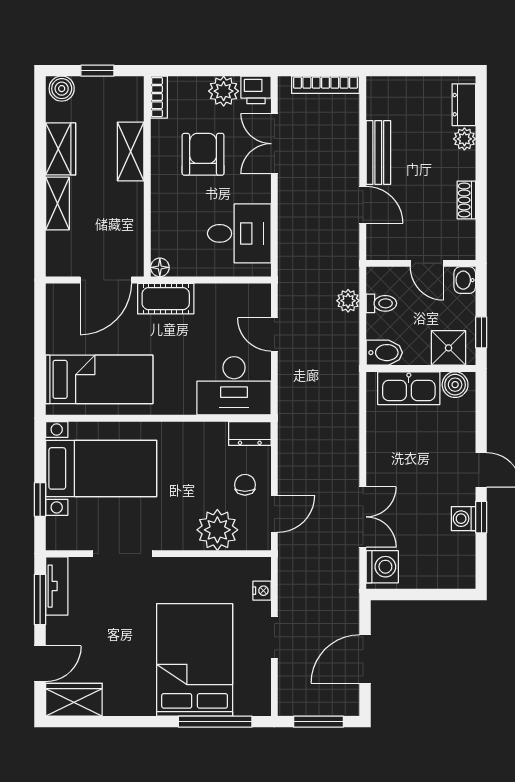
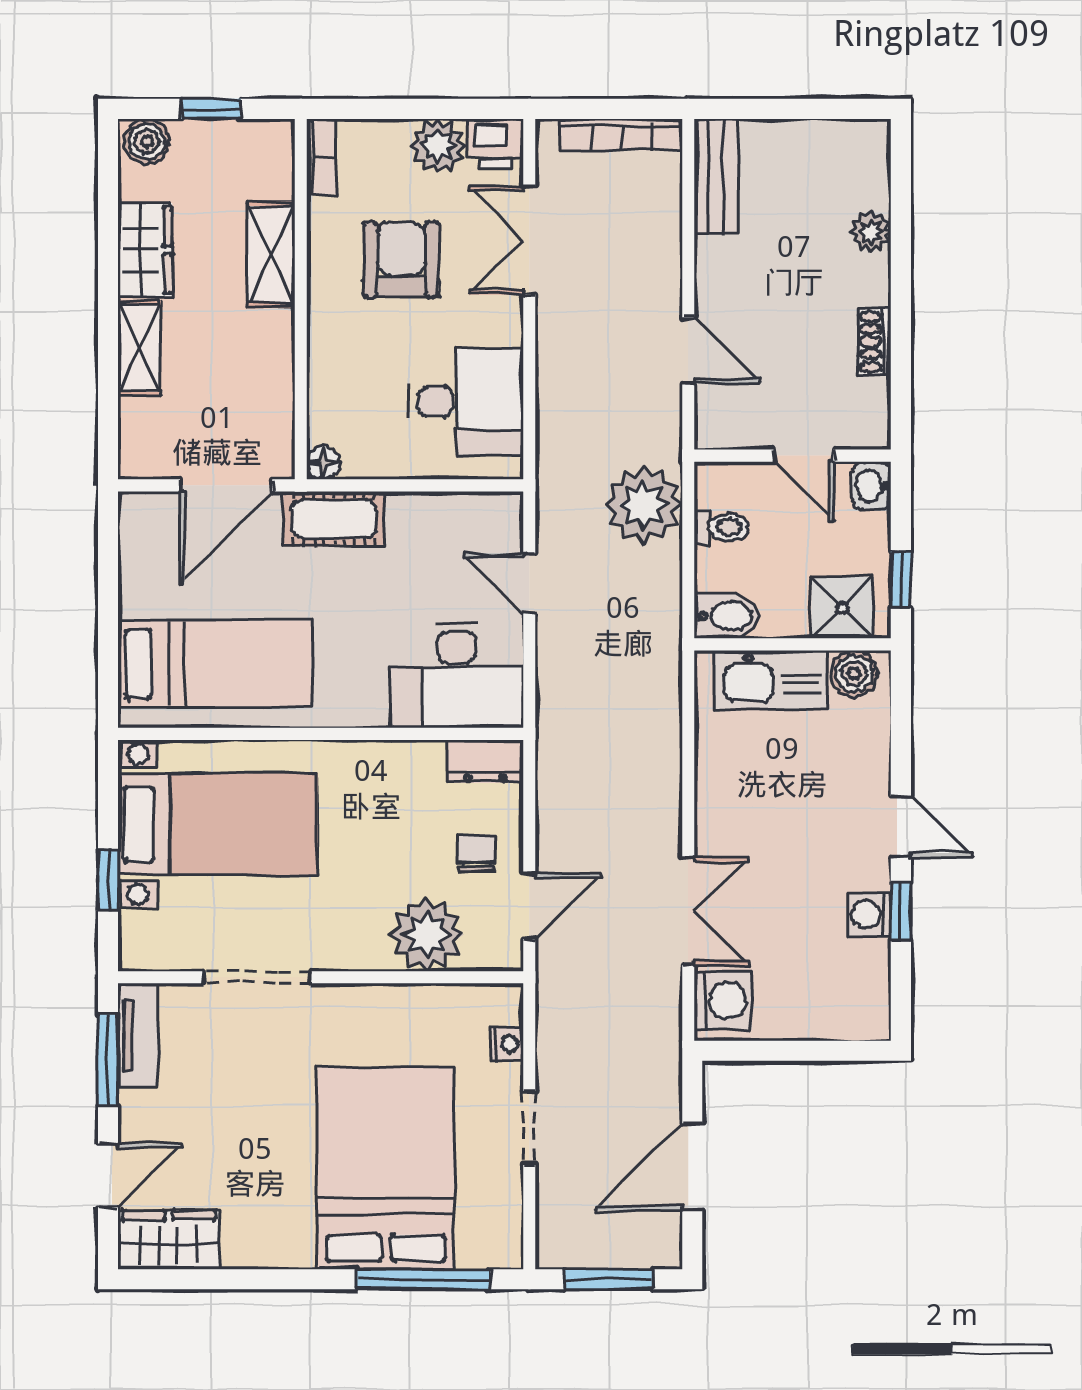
dresser: (464, 105) -> (870, 170), removed
bench: (378, 153) -> (716, 176), moved
plant: (348, 301) -> (644, 505), width x1.88, depth x1.88

